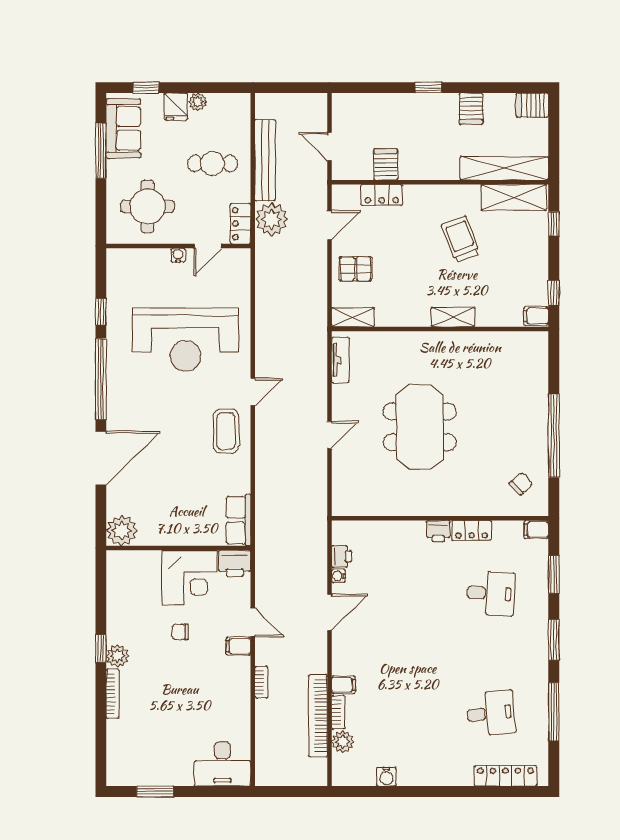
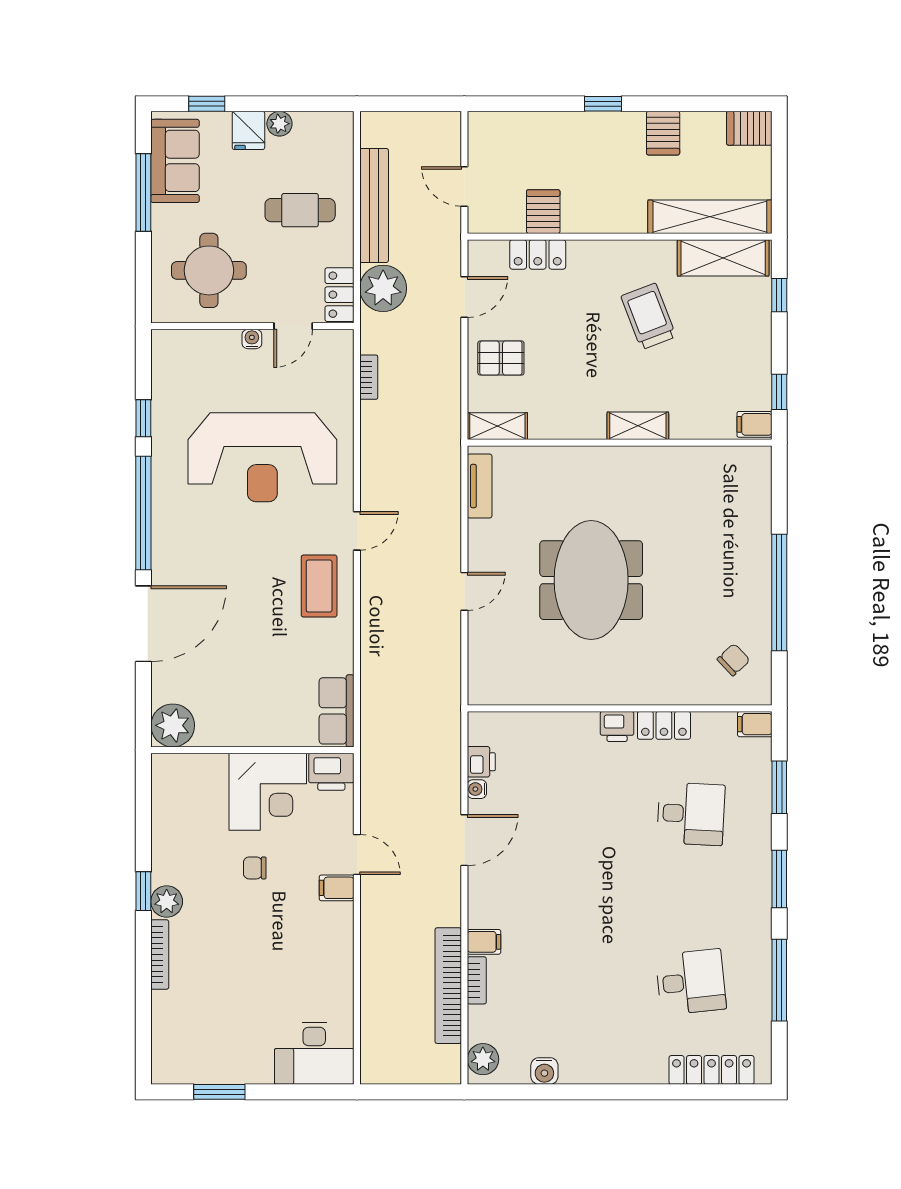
bookcase: (261, 682) -> (369, 377), moved
plant: (343, 742) -> (483, 1059), moved

